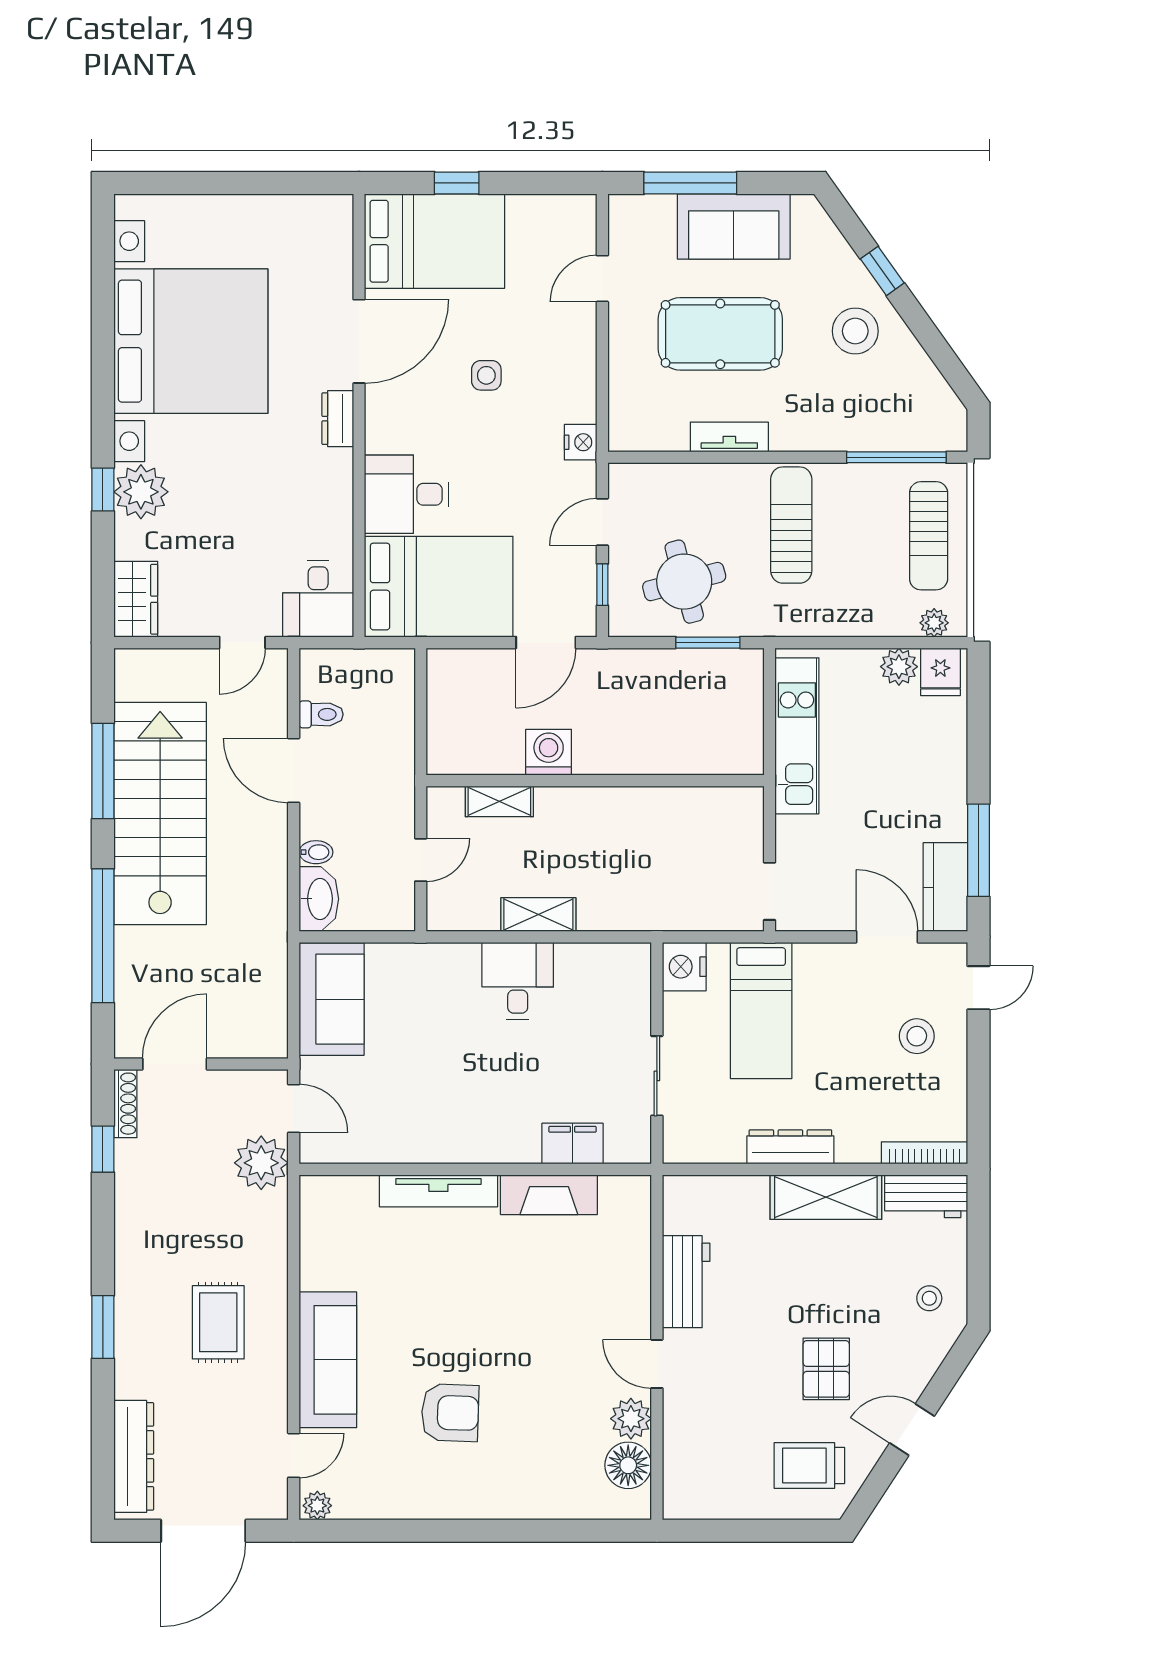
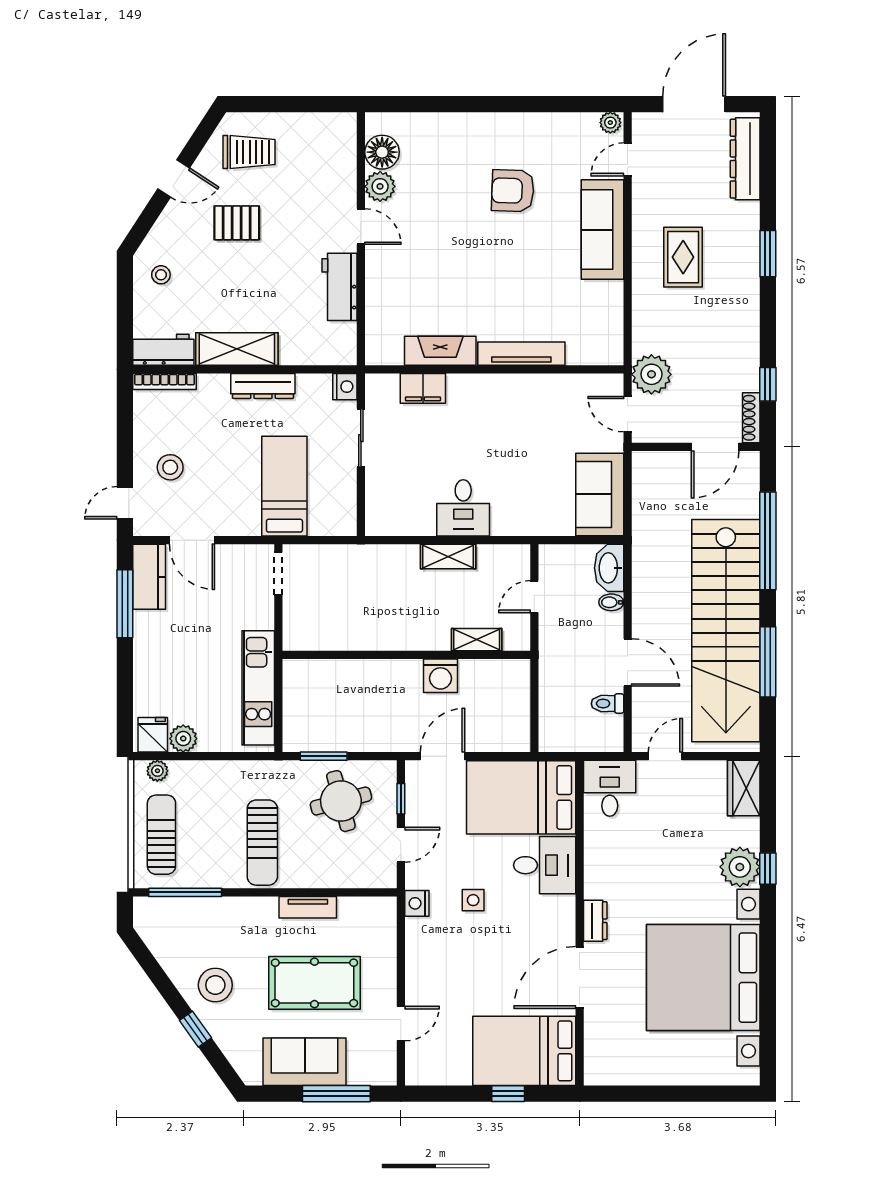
side table: (486, 375) -> (473, 900), moved
stairs: (160, 814) -> (726, 631), width x1.36
nightstand: (684, 967) -> (345, 387), moved, width x0.74, depth x0.75
pallet: (826, 1369) -> (237, 223), turned 90

